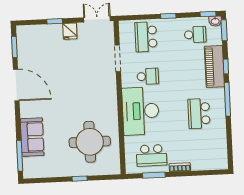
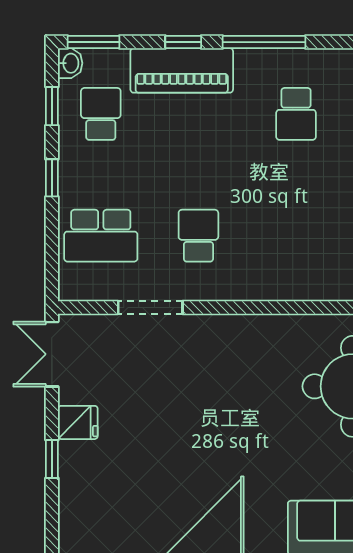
window: (208, 14) -> (52, 106), moved
desk: (141, 111) -> (283, 258), removed
school desk: (199, 114) -> (296, 114), width x0.54

